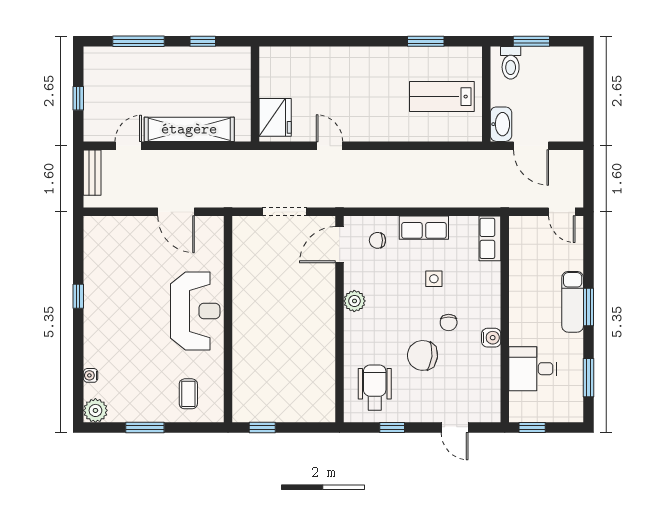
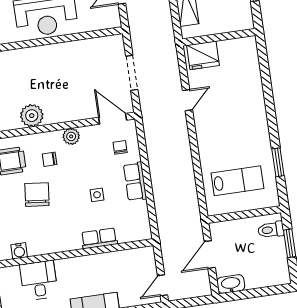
lab bench: (442, 97) -> (237, 181), turned 90
washbasin: (501, 124) -> (231, 284), moved, turned 180
row of seats: (490, 238) -> (99, 238), moved
chair: (449, 323) -> (50, 159), moved
water cooler: (491, 338) -> (19, 251), moved
plant: (321, 348) -> (32, 116), added

